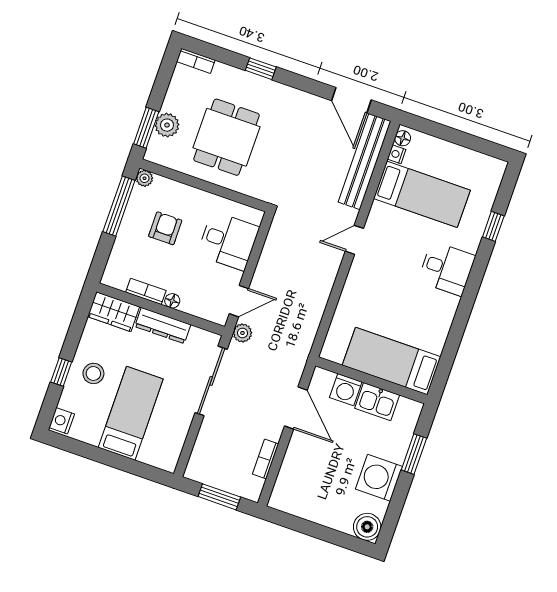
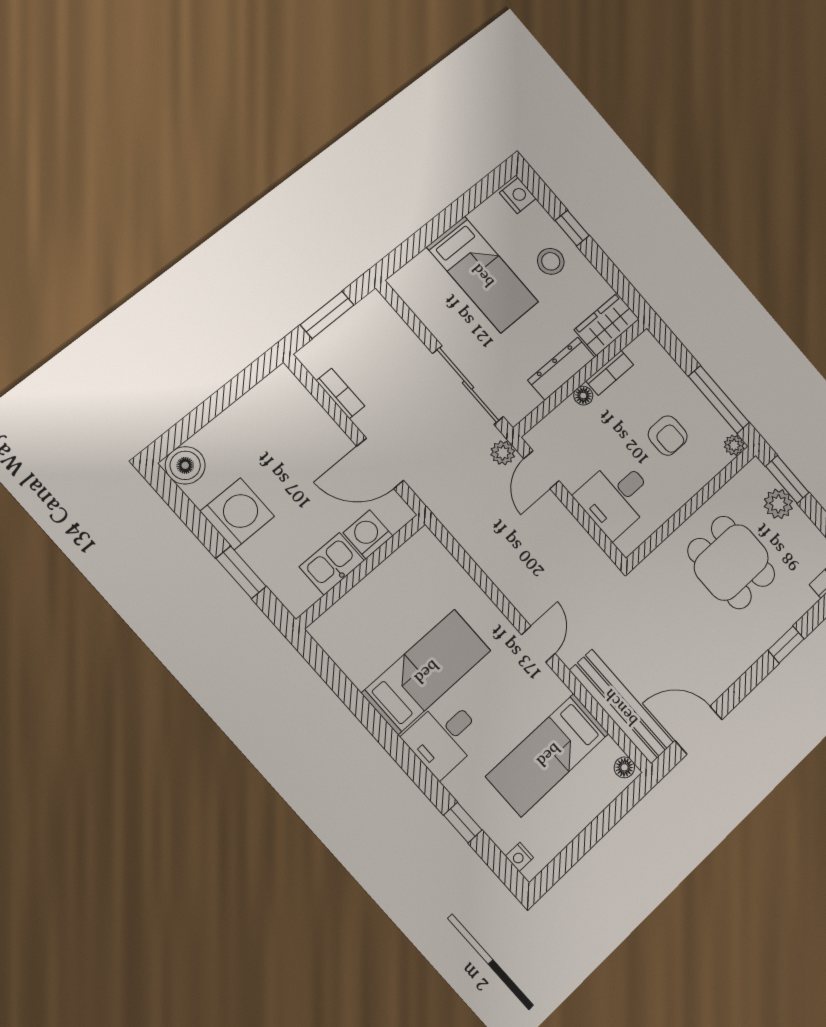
nightstand: (397, 154) -> (519, 857), moved, turned 180
bed: (391, 361) -> (426, 672), moved

